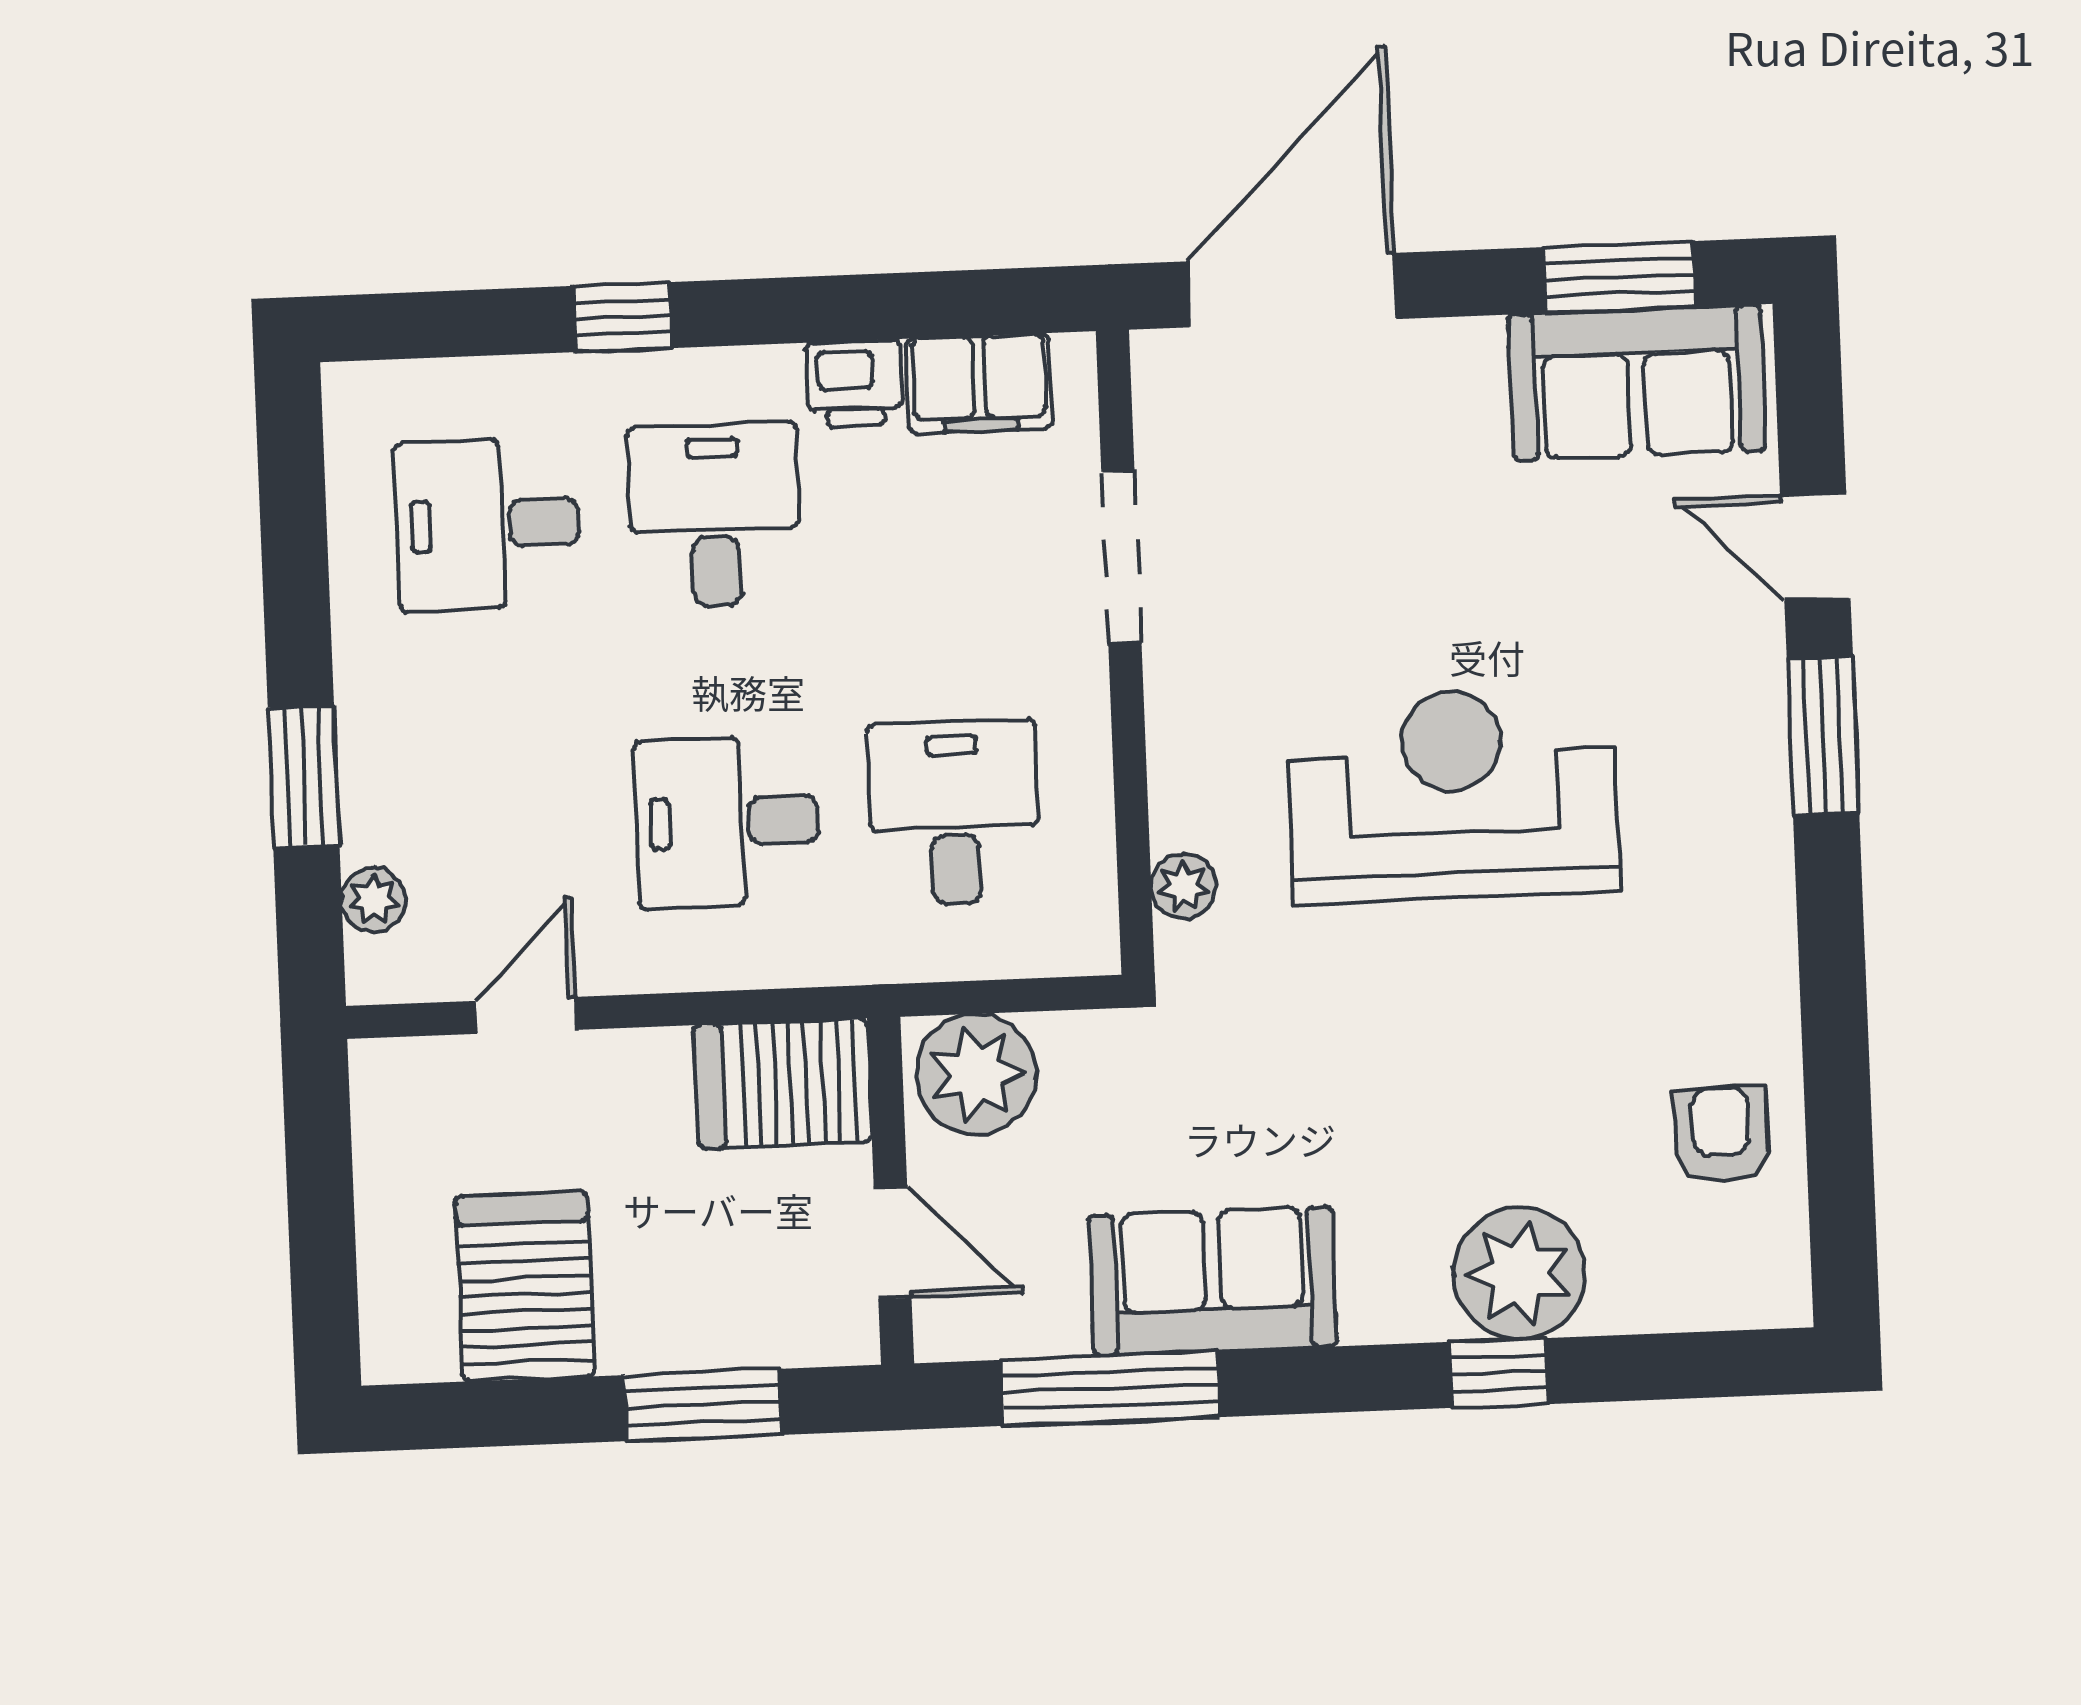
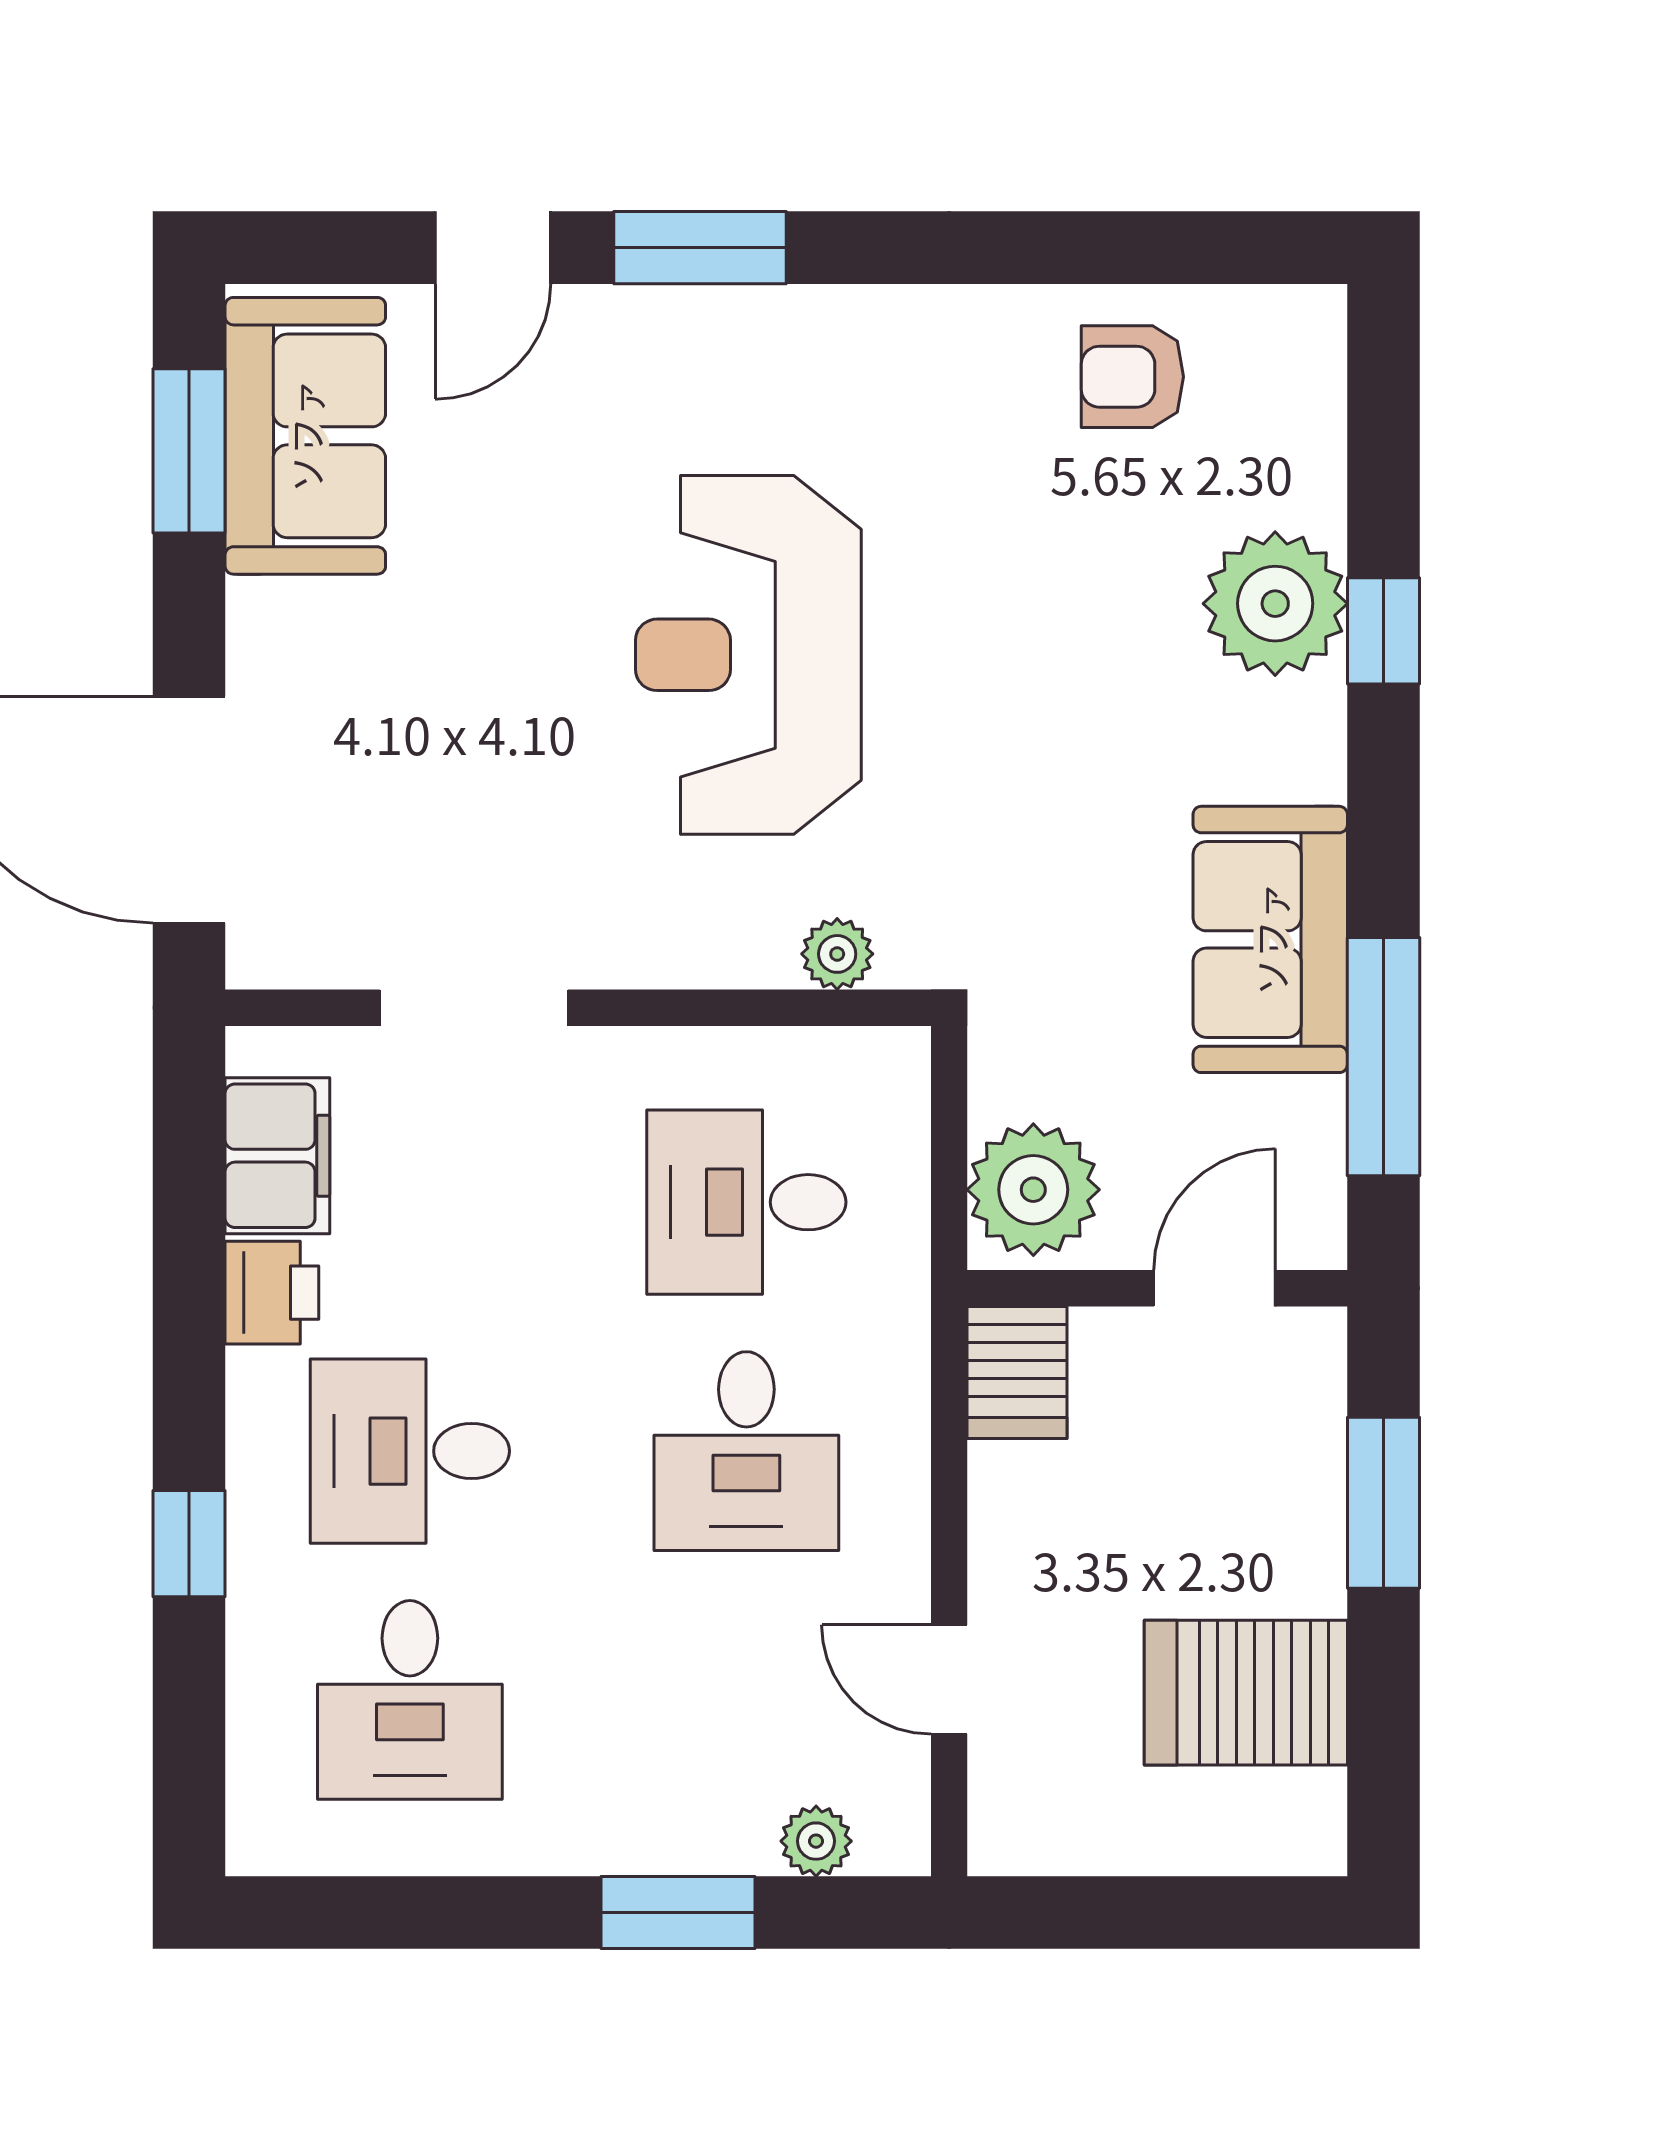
server rack: (783, 1084) -> (1017, 1372), width x0.73, depth x0.70

